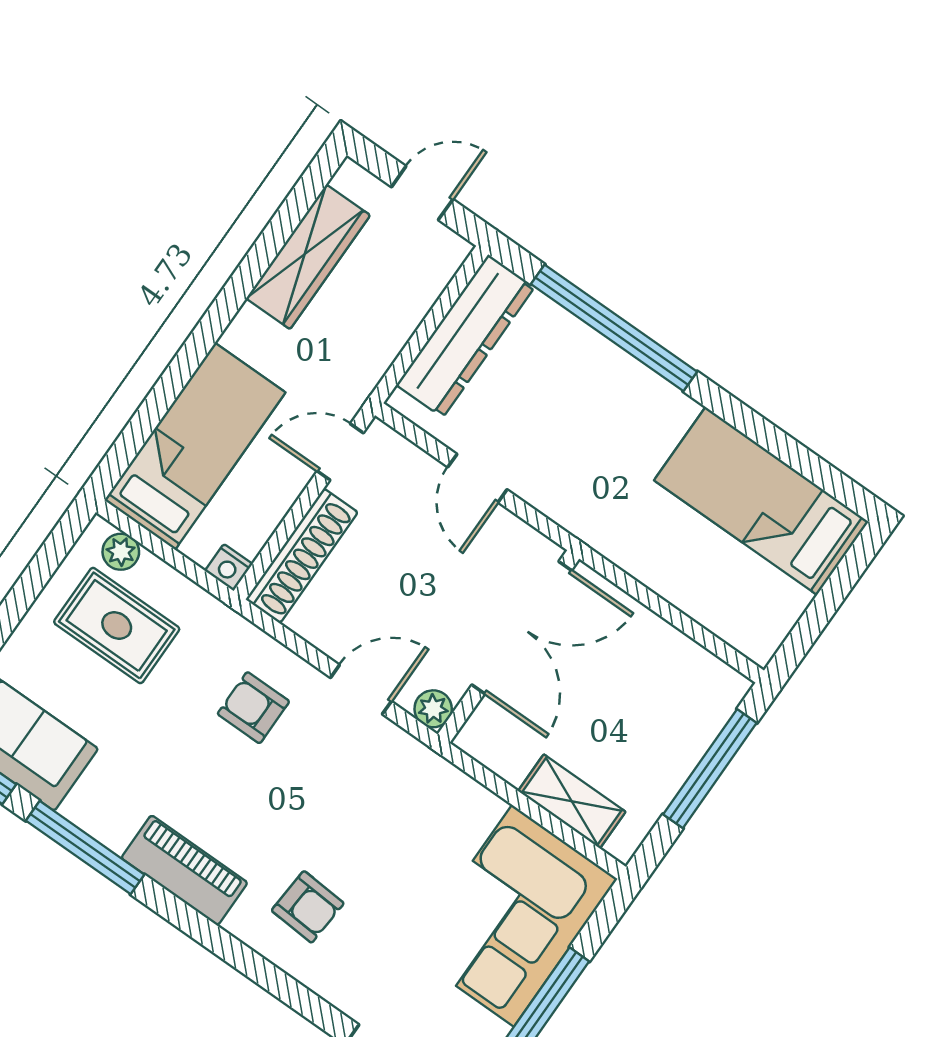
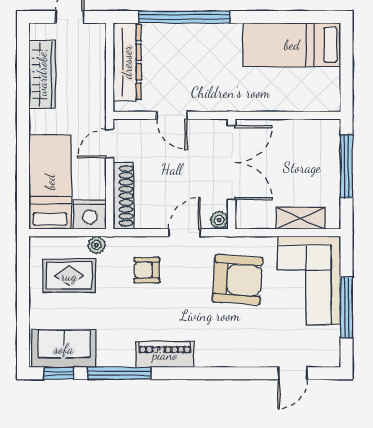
plant: (121, 552) -> (96, 245), moved
nightstand: (229, 567) -> (90, 214), width x1.89, depth x1.79
armchair: (308, 907) -> (238, 280), moved, width x1.88, depth x1.88

